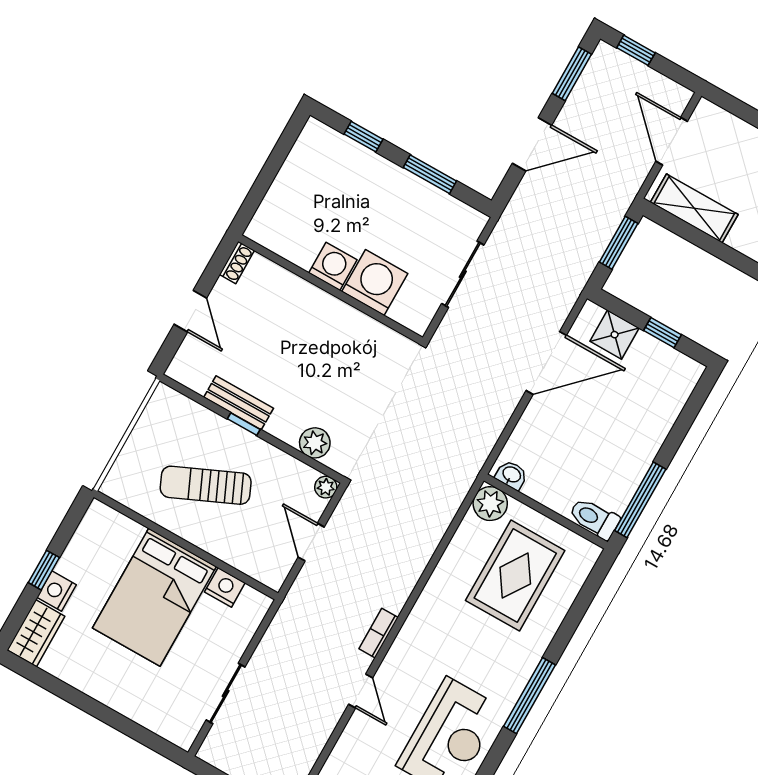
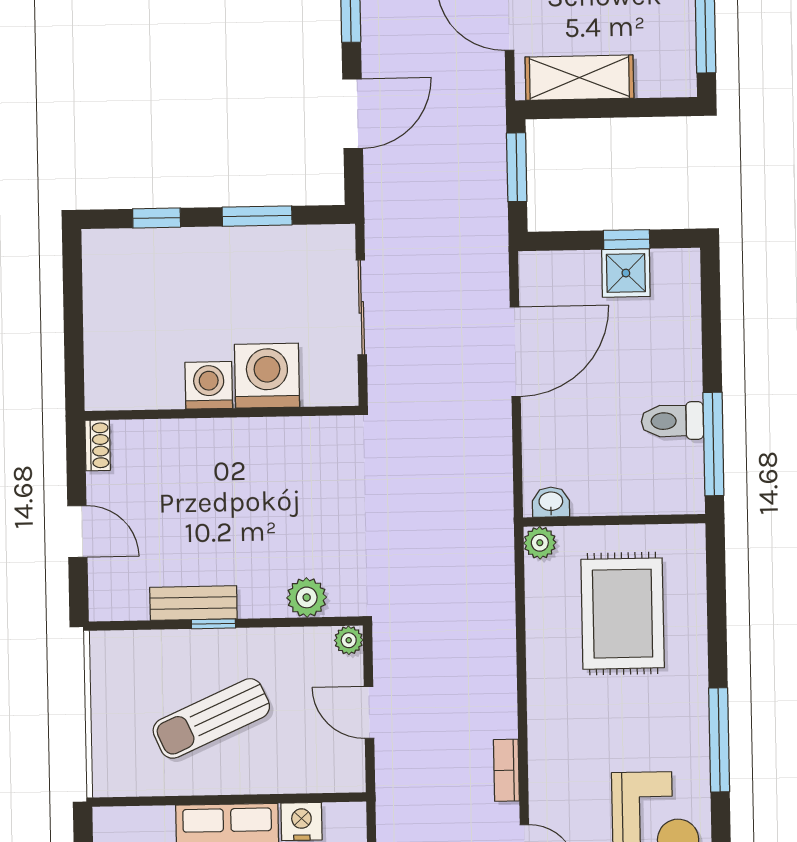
shower: (615, 335) -> (626, 273), moved
plant: (490, 504) -> (540, 543), width x0.73, depth x0.73
toilet: (594, 518) -> (672, 421), moved

